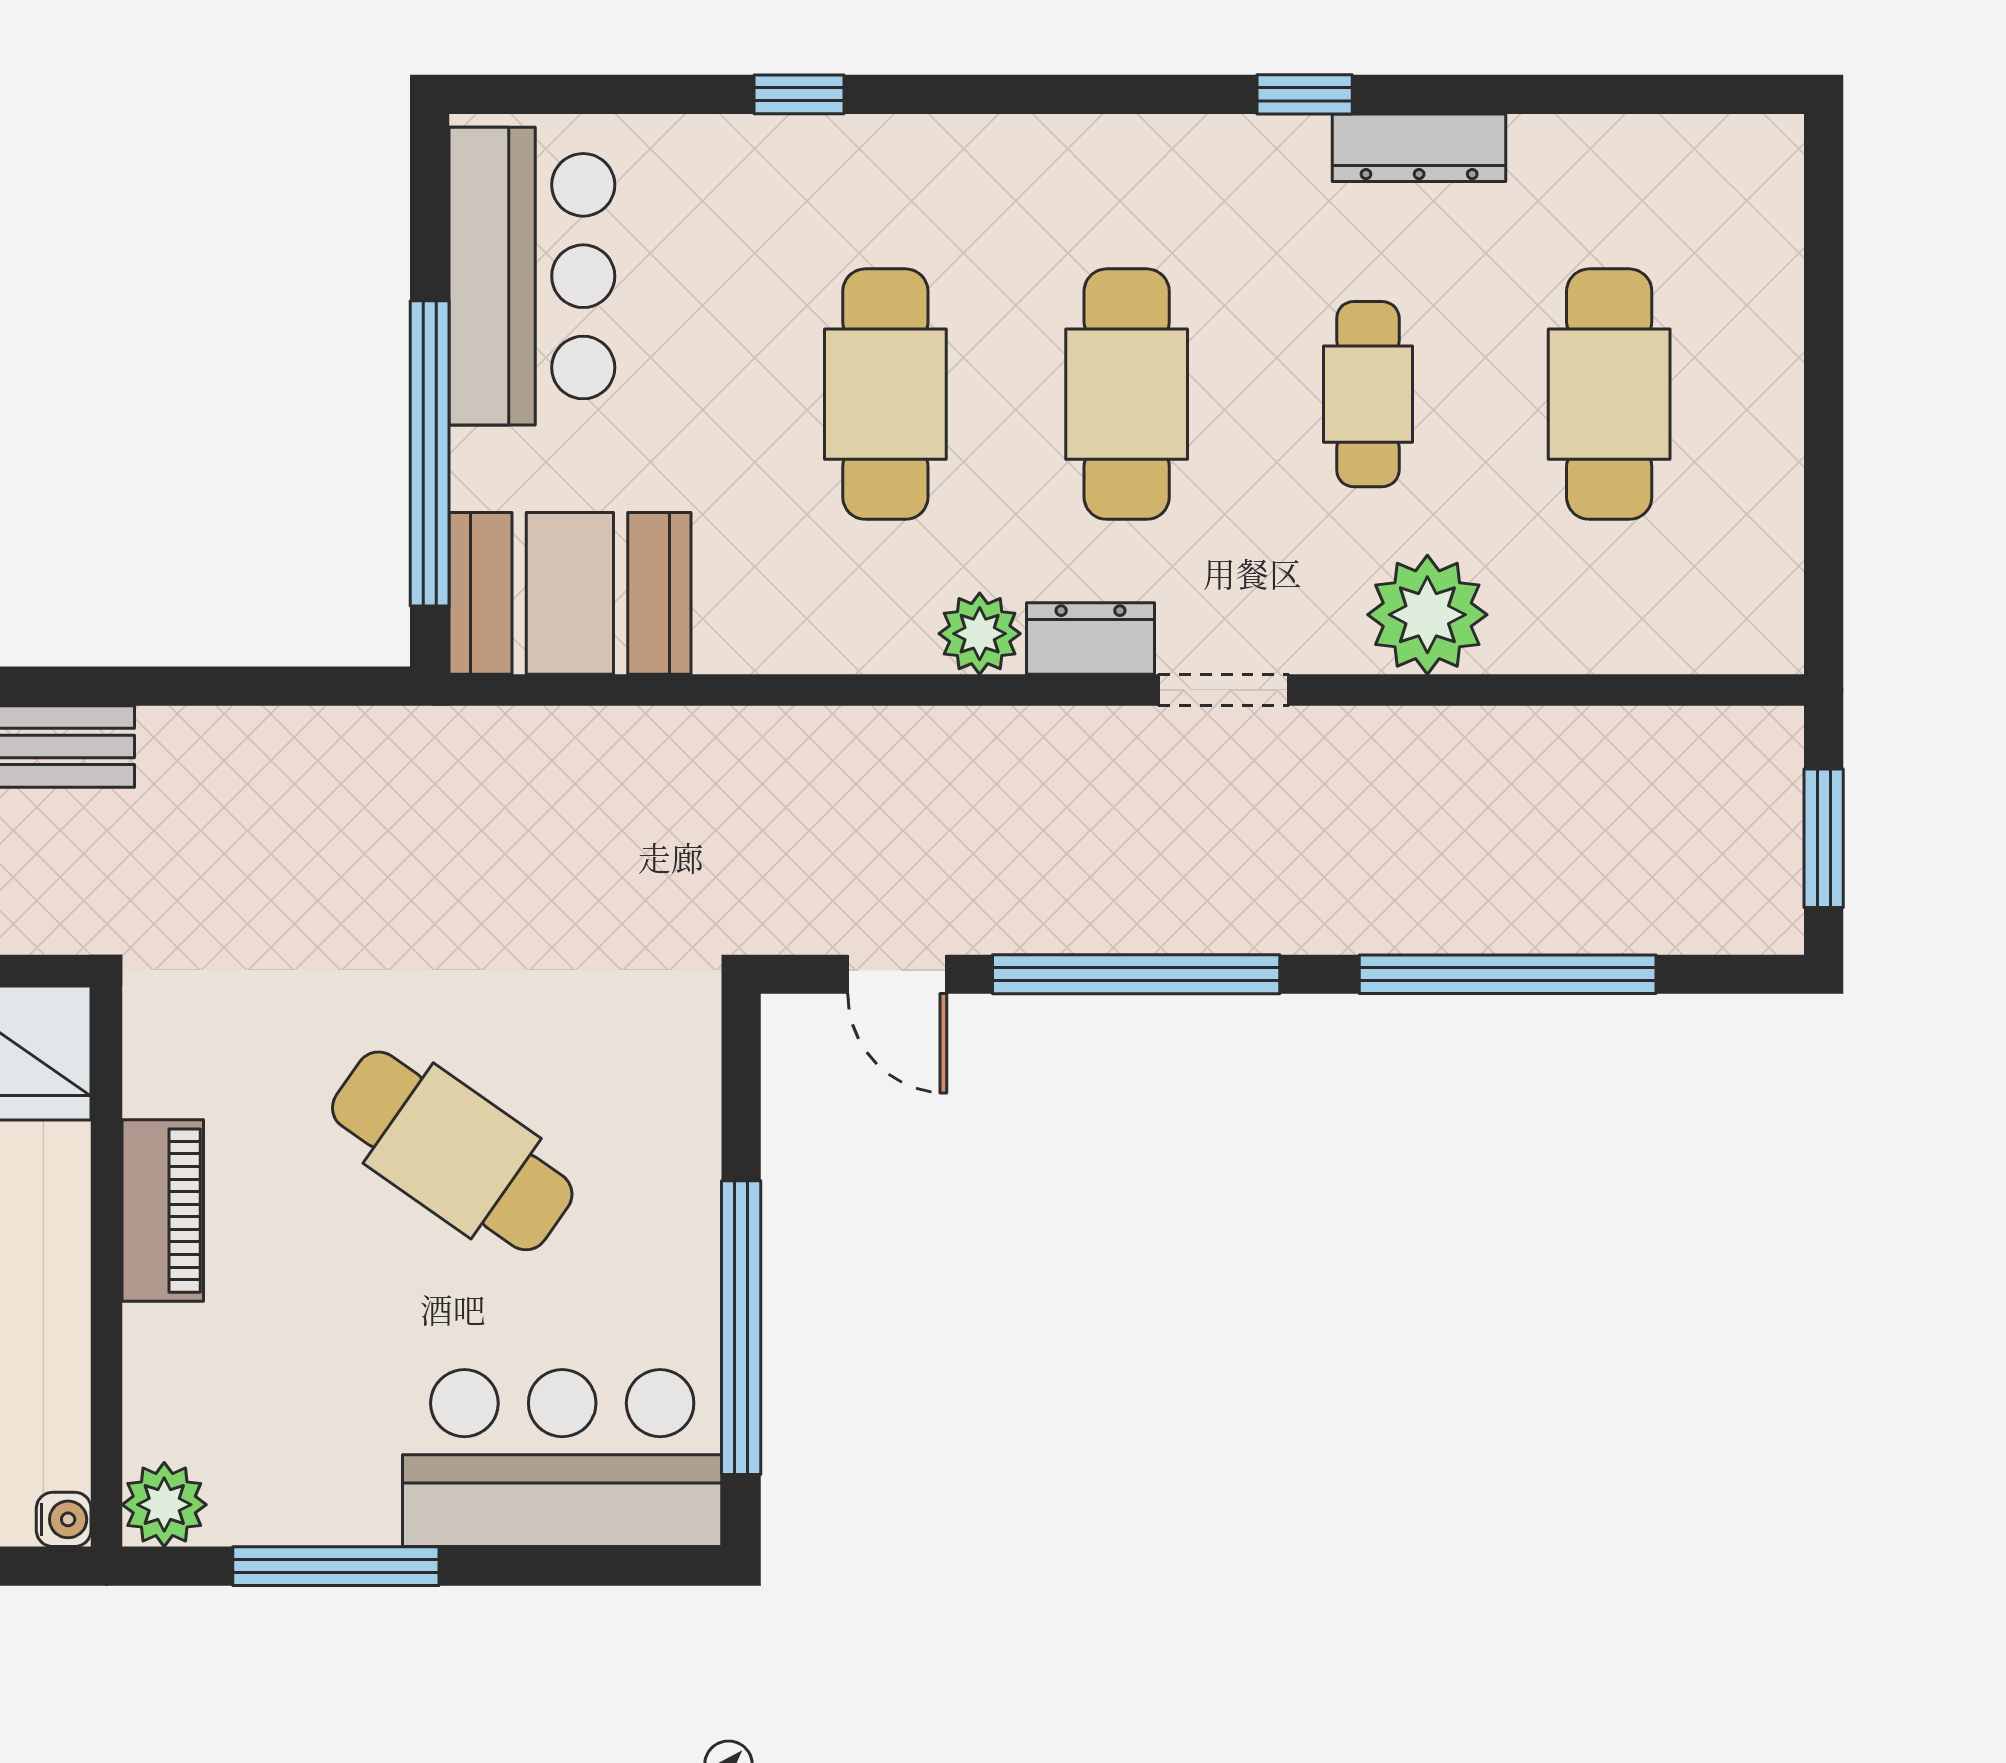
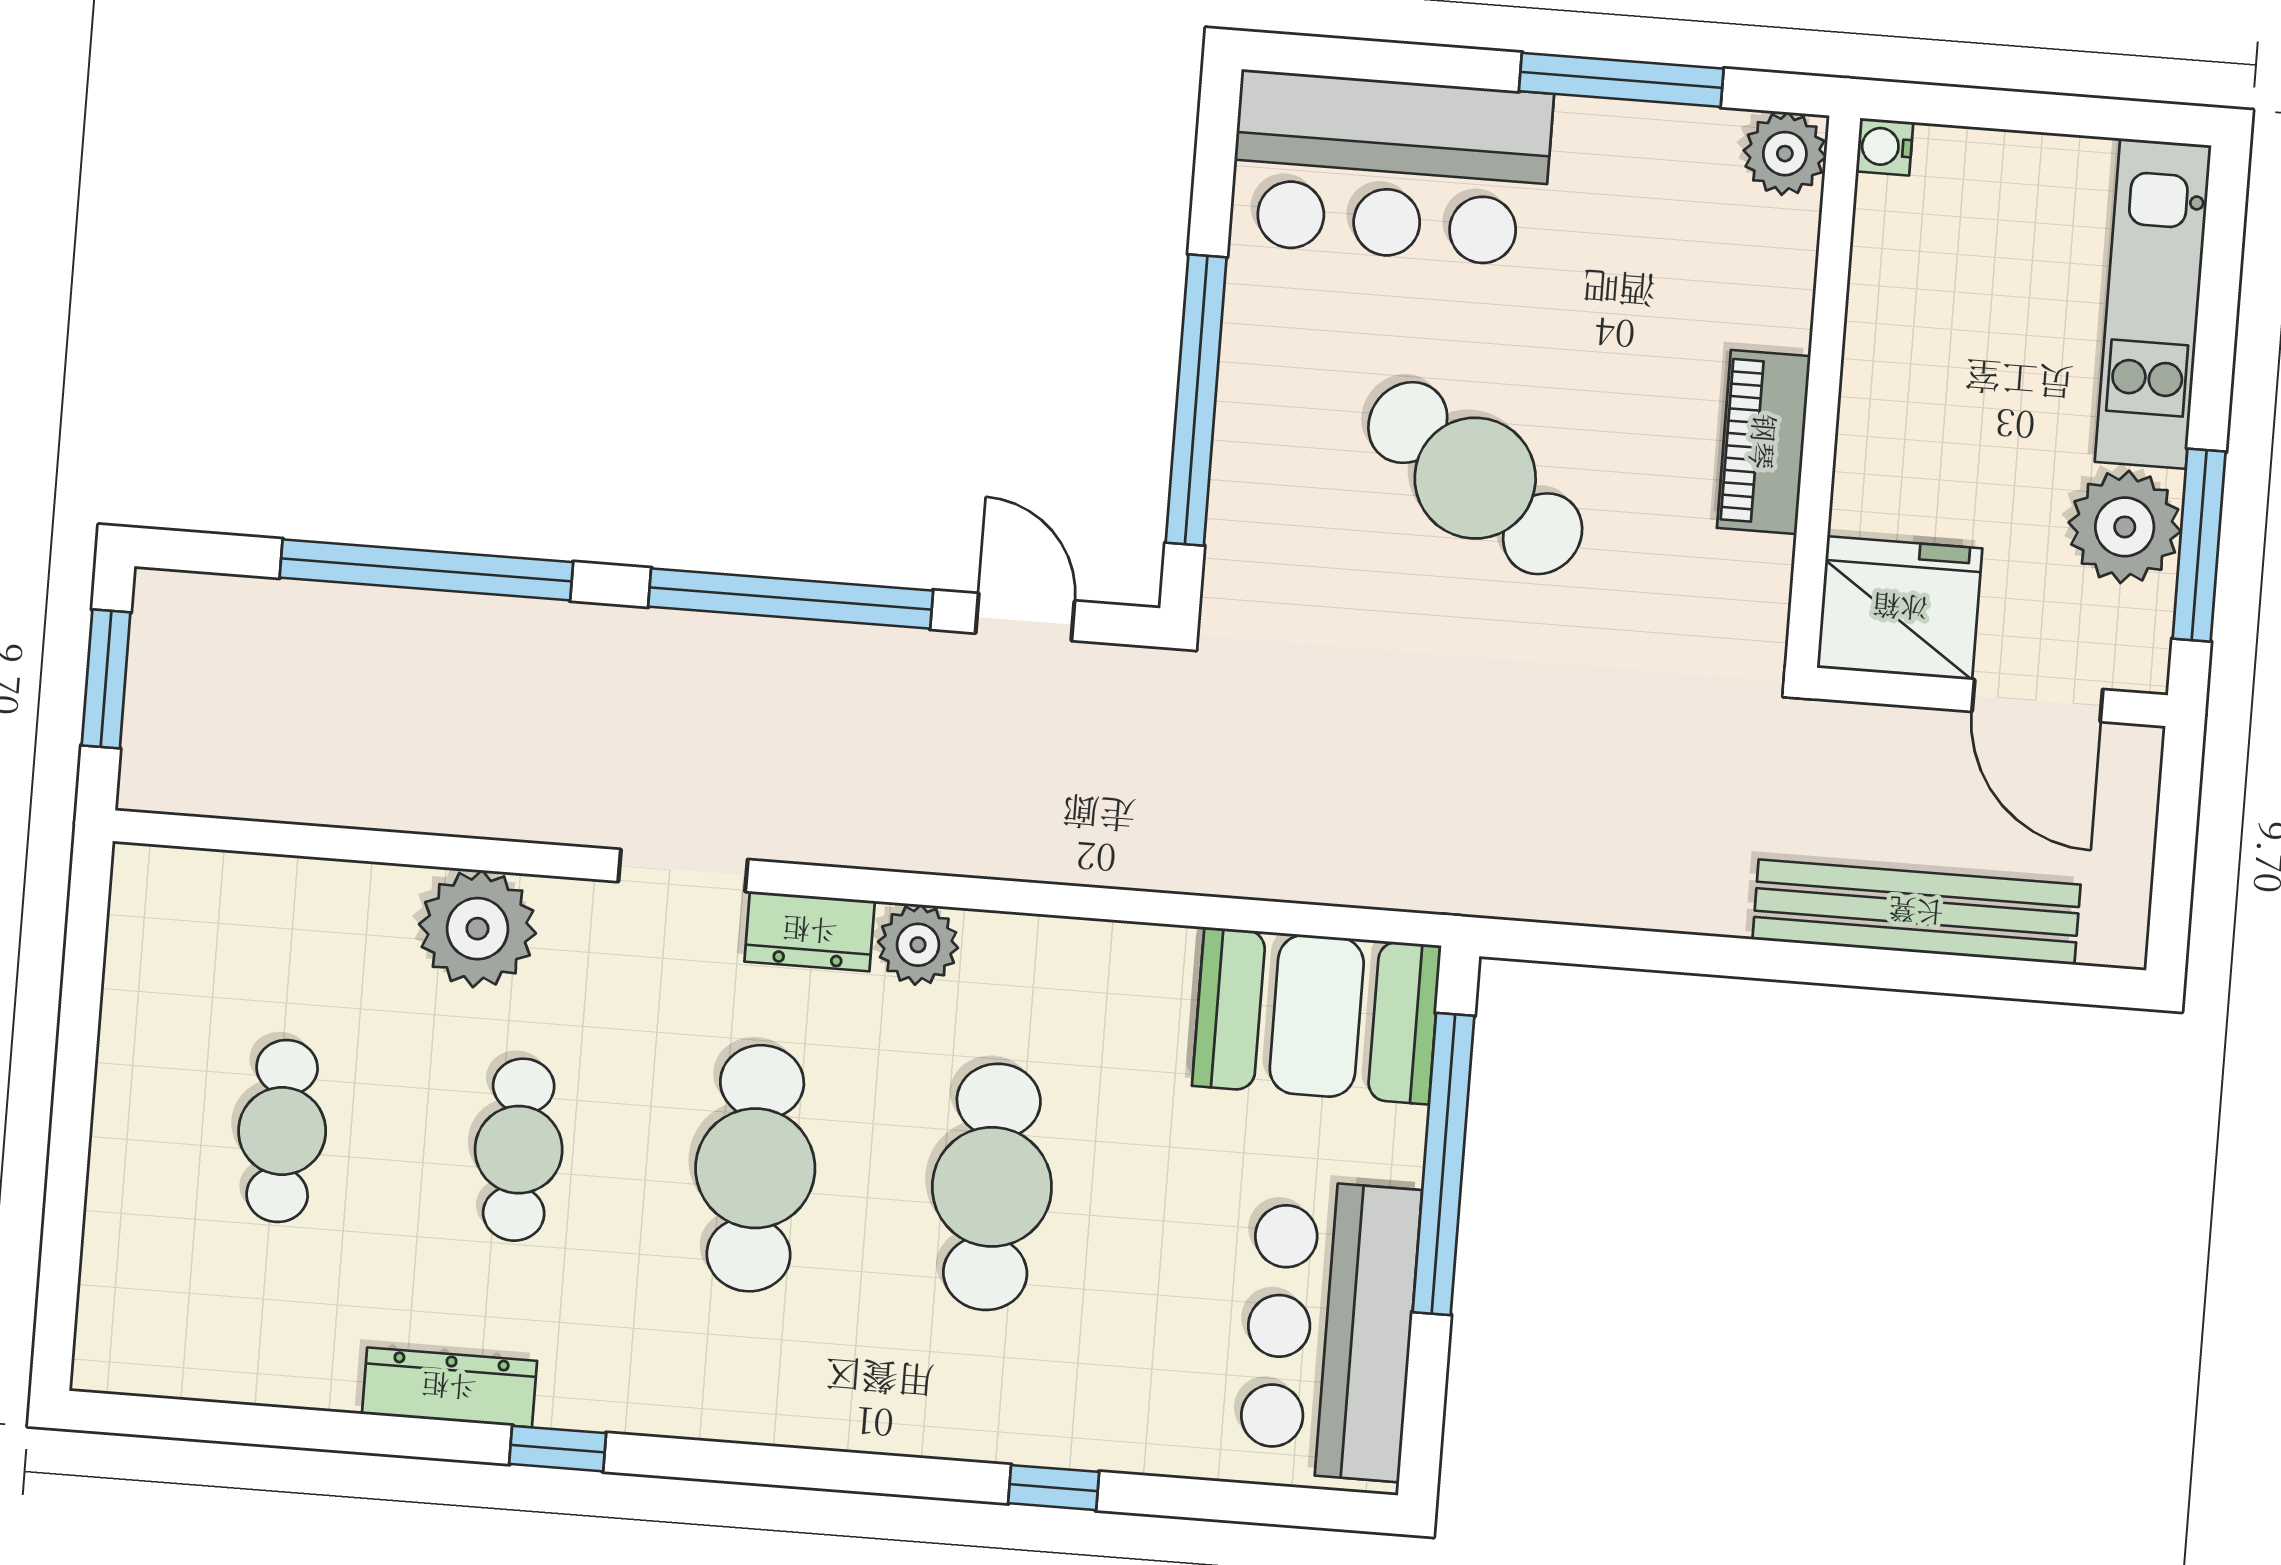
cafe table: (1609, 394) -> (282, 1131), width x0.73, depth x0.74
window: (741, 1328) -> (1196, 400), moved

